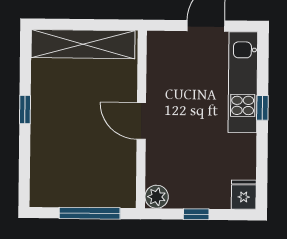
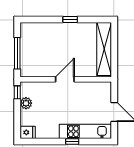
plant: (157, 197) -> (26, 103), moved
window: (196, 214) -> (17, 92), moved

